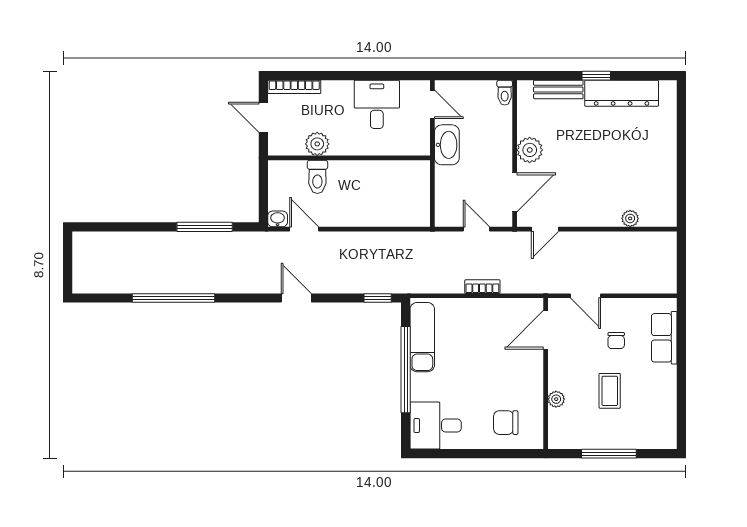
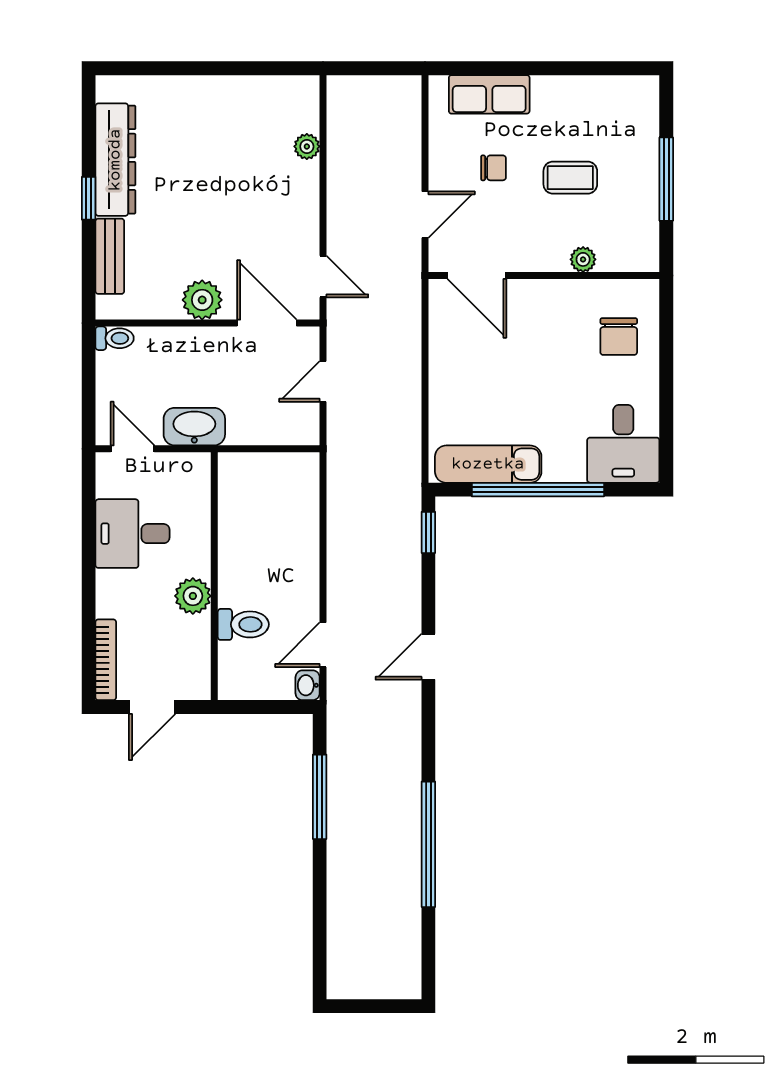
door: (432, 104) -> (132, 449), hinge flipped
plant: (317, 144) -> (193, 596), moved
bookcase: (482, 287) -> (411, 372), removed

